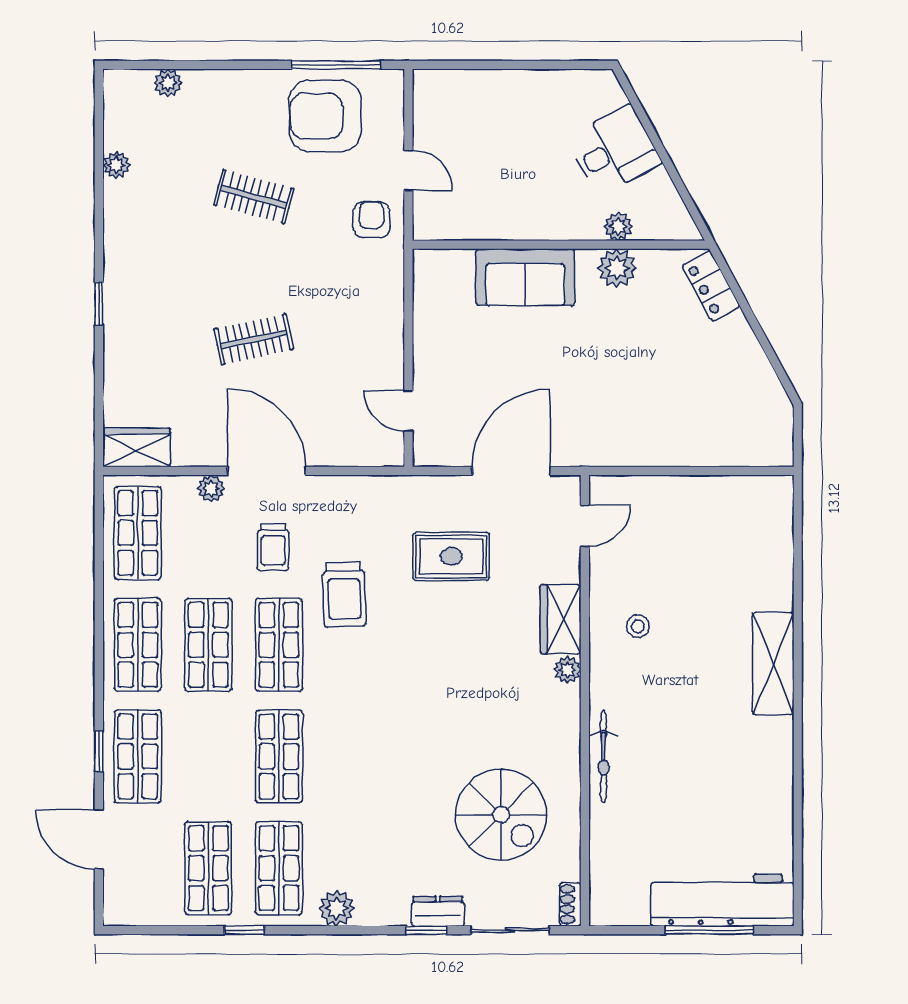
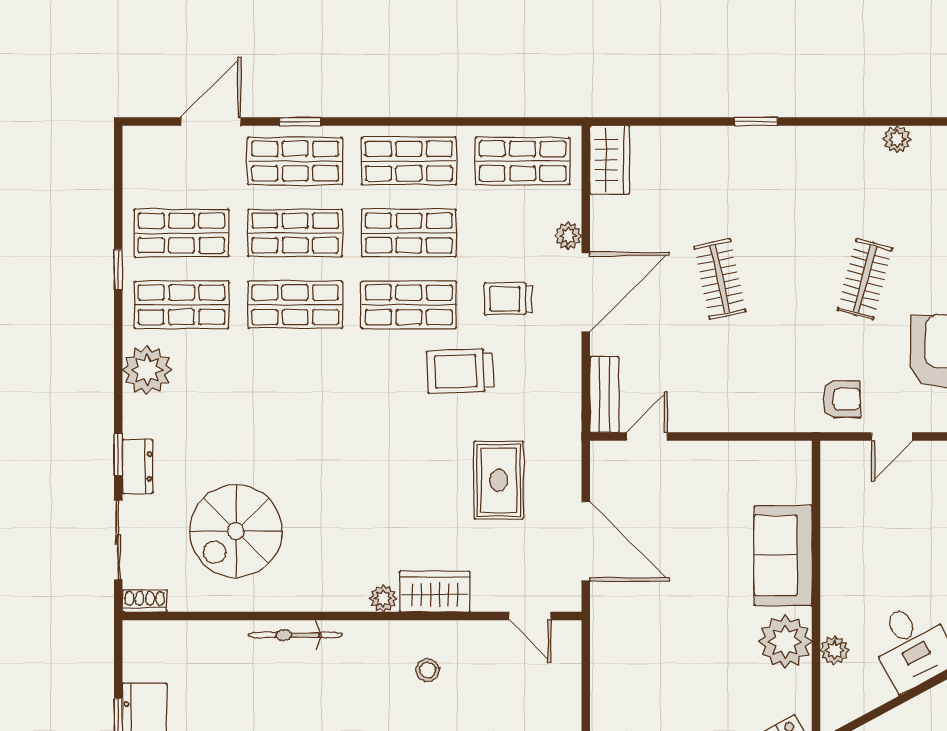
plant: (617, 268) -> (785, 642), width x1.36, depth x1.36
bench: (367, 453) -> (604, 395), added
shop shelf: (208, 756) -> (295, 233), added
plant: (337, 908) -> (147, 370), width x1.36, depth x1.36

